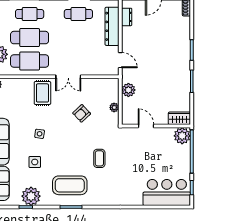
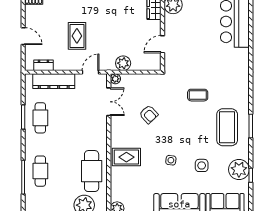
cafe table: (30, 38) -> (66, 171), removed
rug: (154, 48) -> (77, 36), added
double door: (68, 77) -> (109, 102), moved
plant: (114, 107) -> (115, 79), moved

